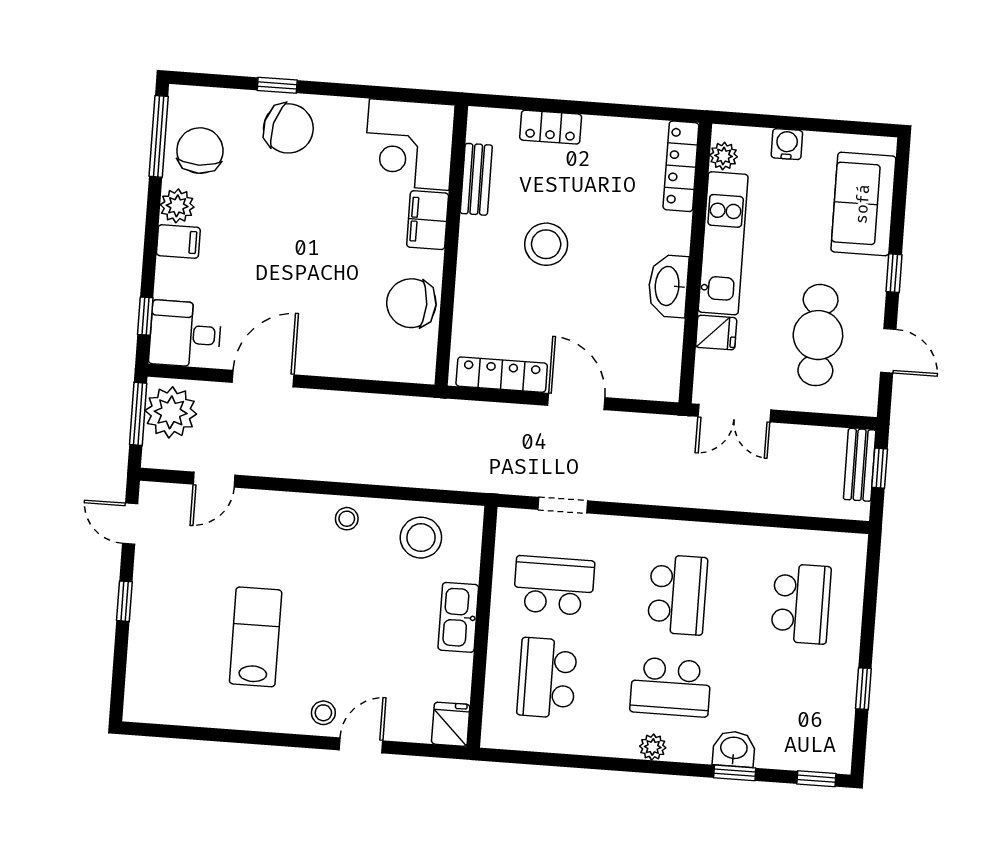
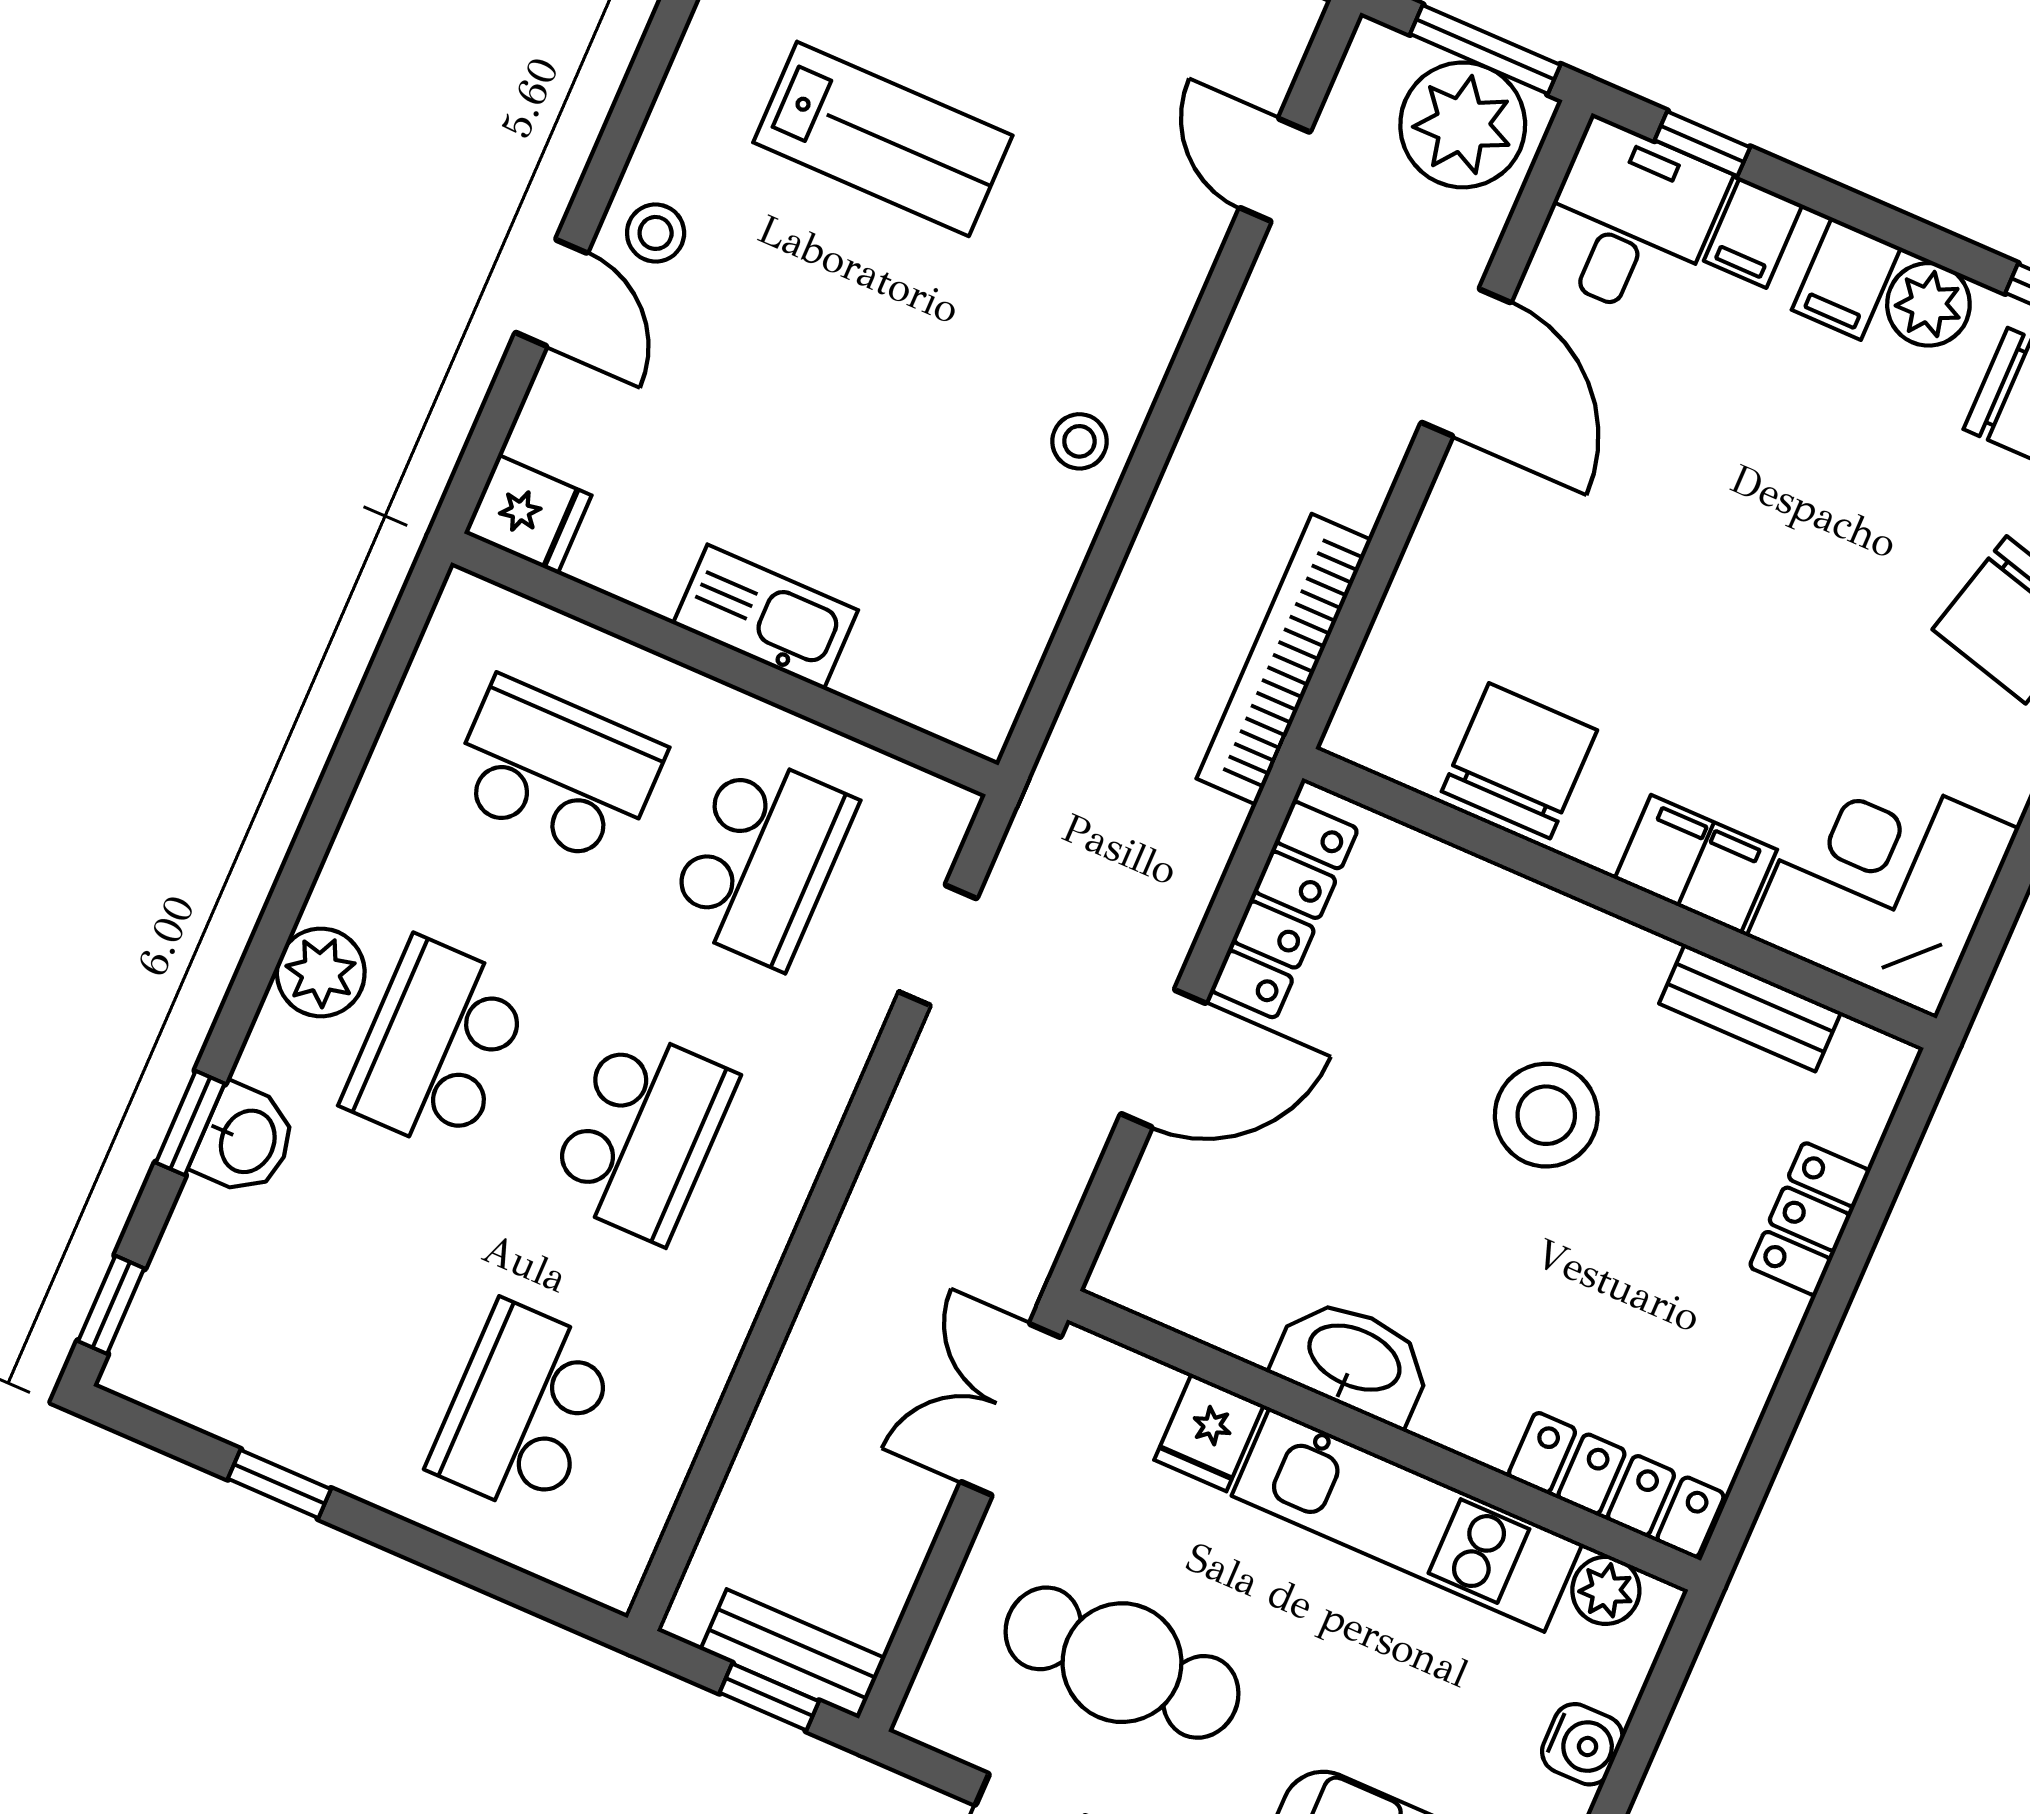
filing cabinet: (173, 284) -> (1753, 233), added
bookcase: (404, 409) -> (1284, 659), added
stool: (421, 538) -> (977, 595), removed
school desk: (677, 595) -> (642, 1135), turned -90
school desk: (801, 604) -> (523, 1409), turned 90
plant: (653, 747) -> (321, 972), width x1.38, depth x1.38

